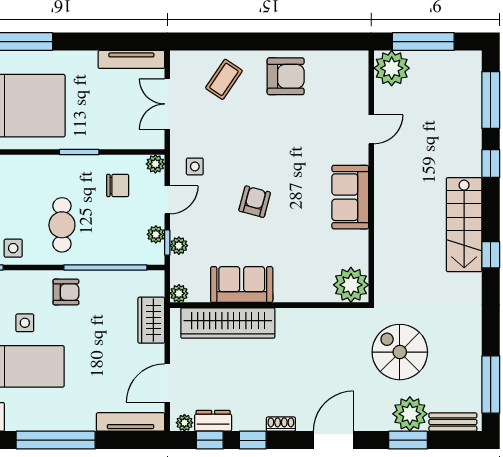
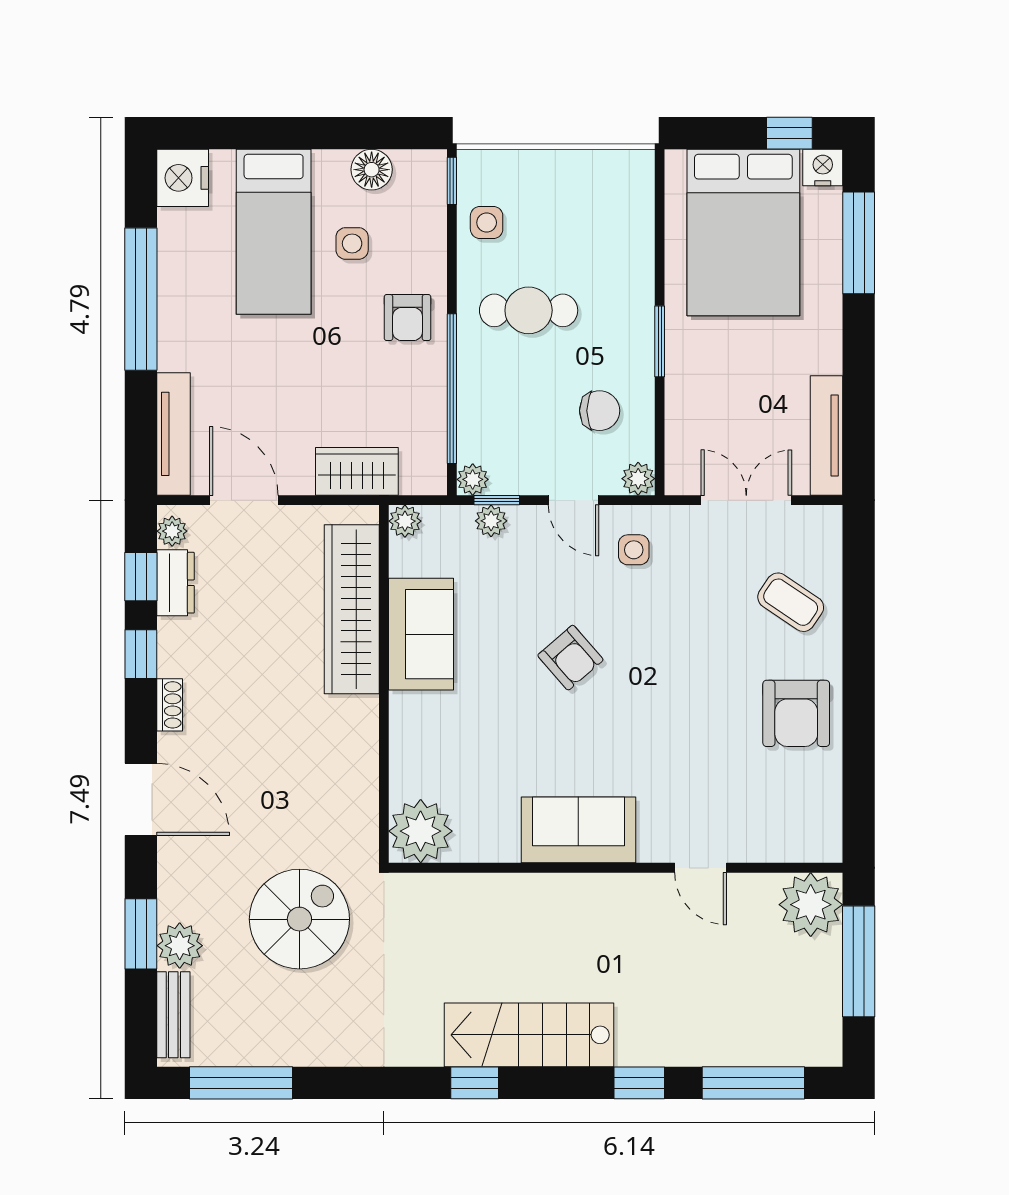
chair: (118, 185) -> (600, 411), turned -90
armchair: (255, 202) -> (570, 658), turned 34
plant: (156, 234) -> (473, 479), moved
plant: (410, 414) -> (180, 946), width x0.73, depth x0.73

